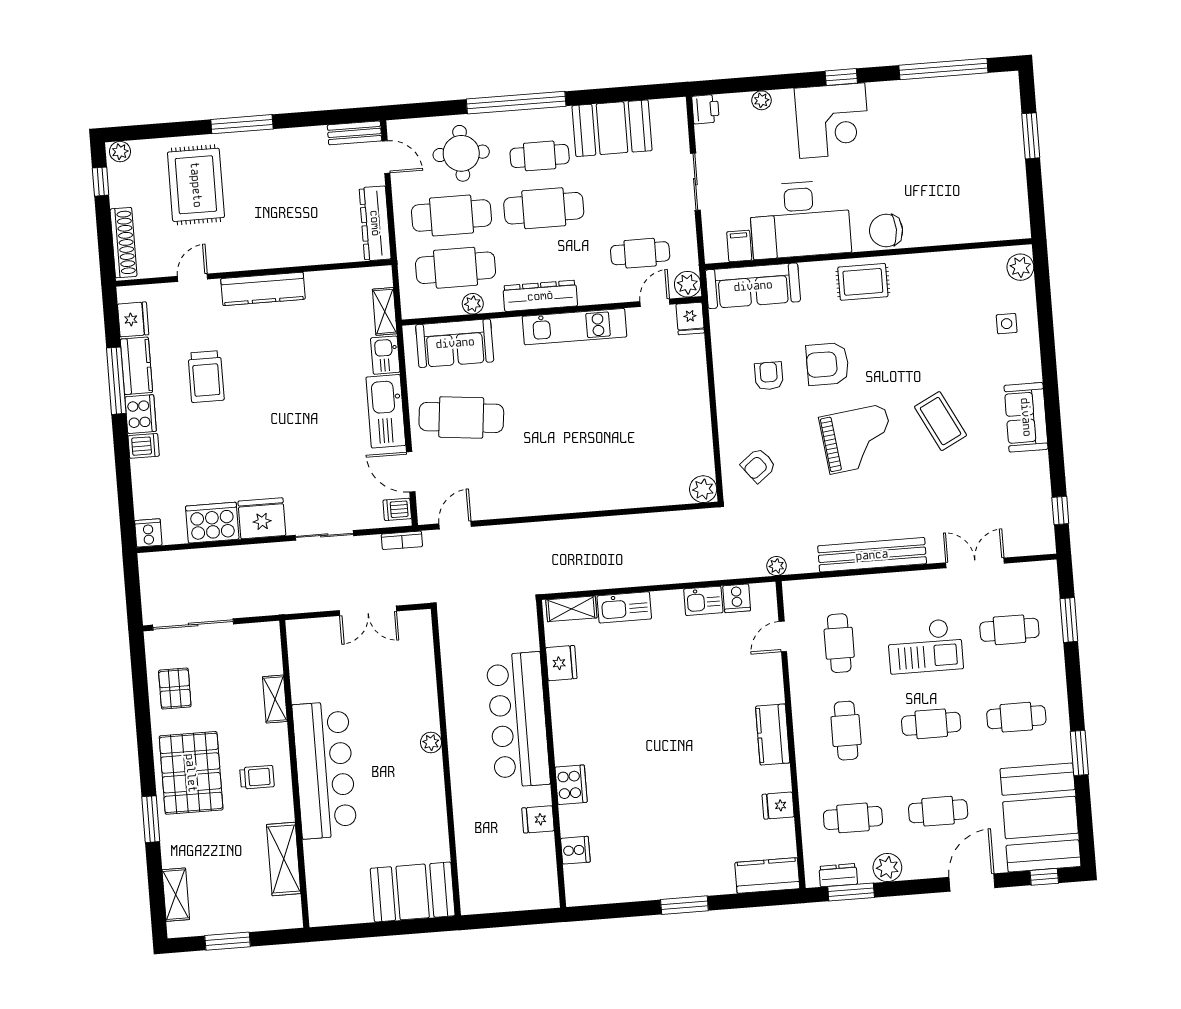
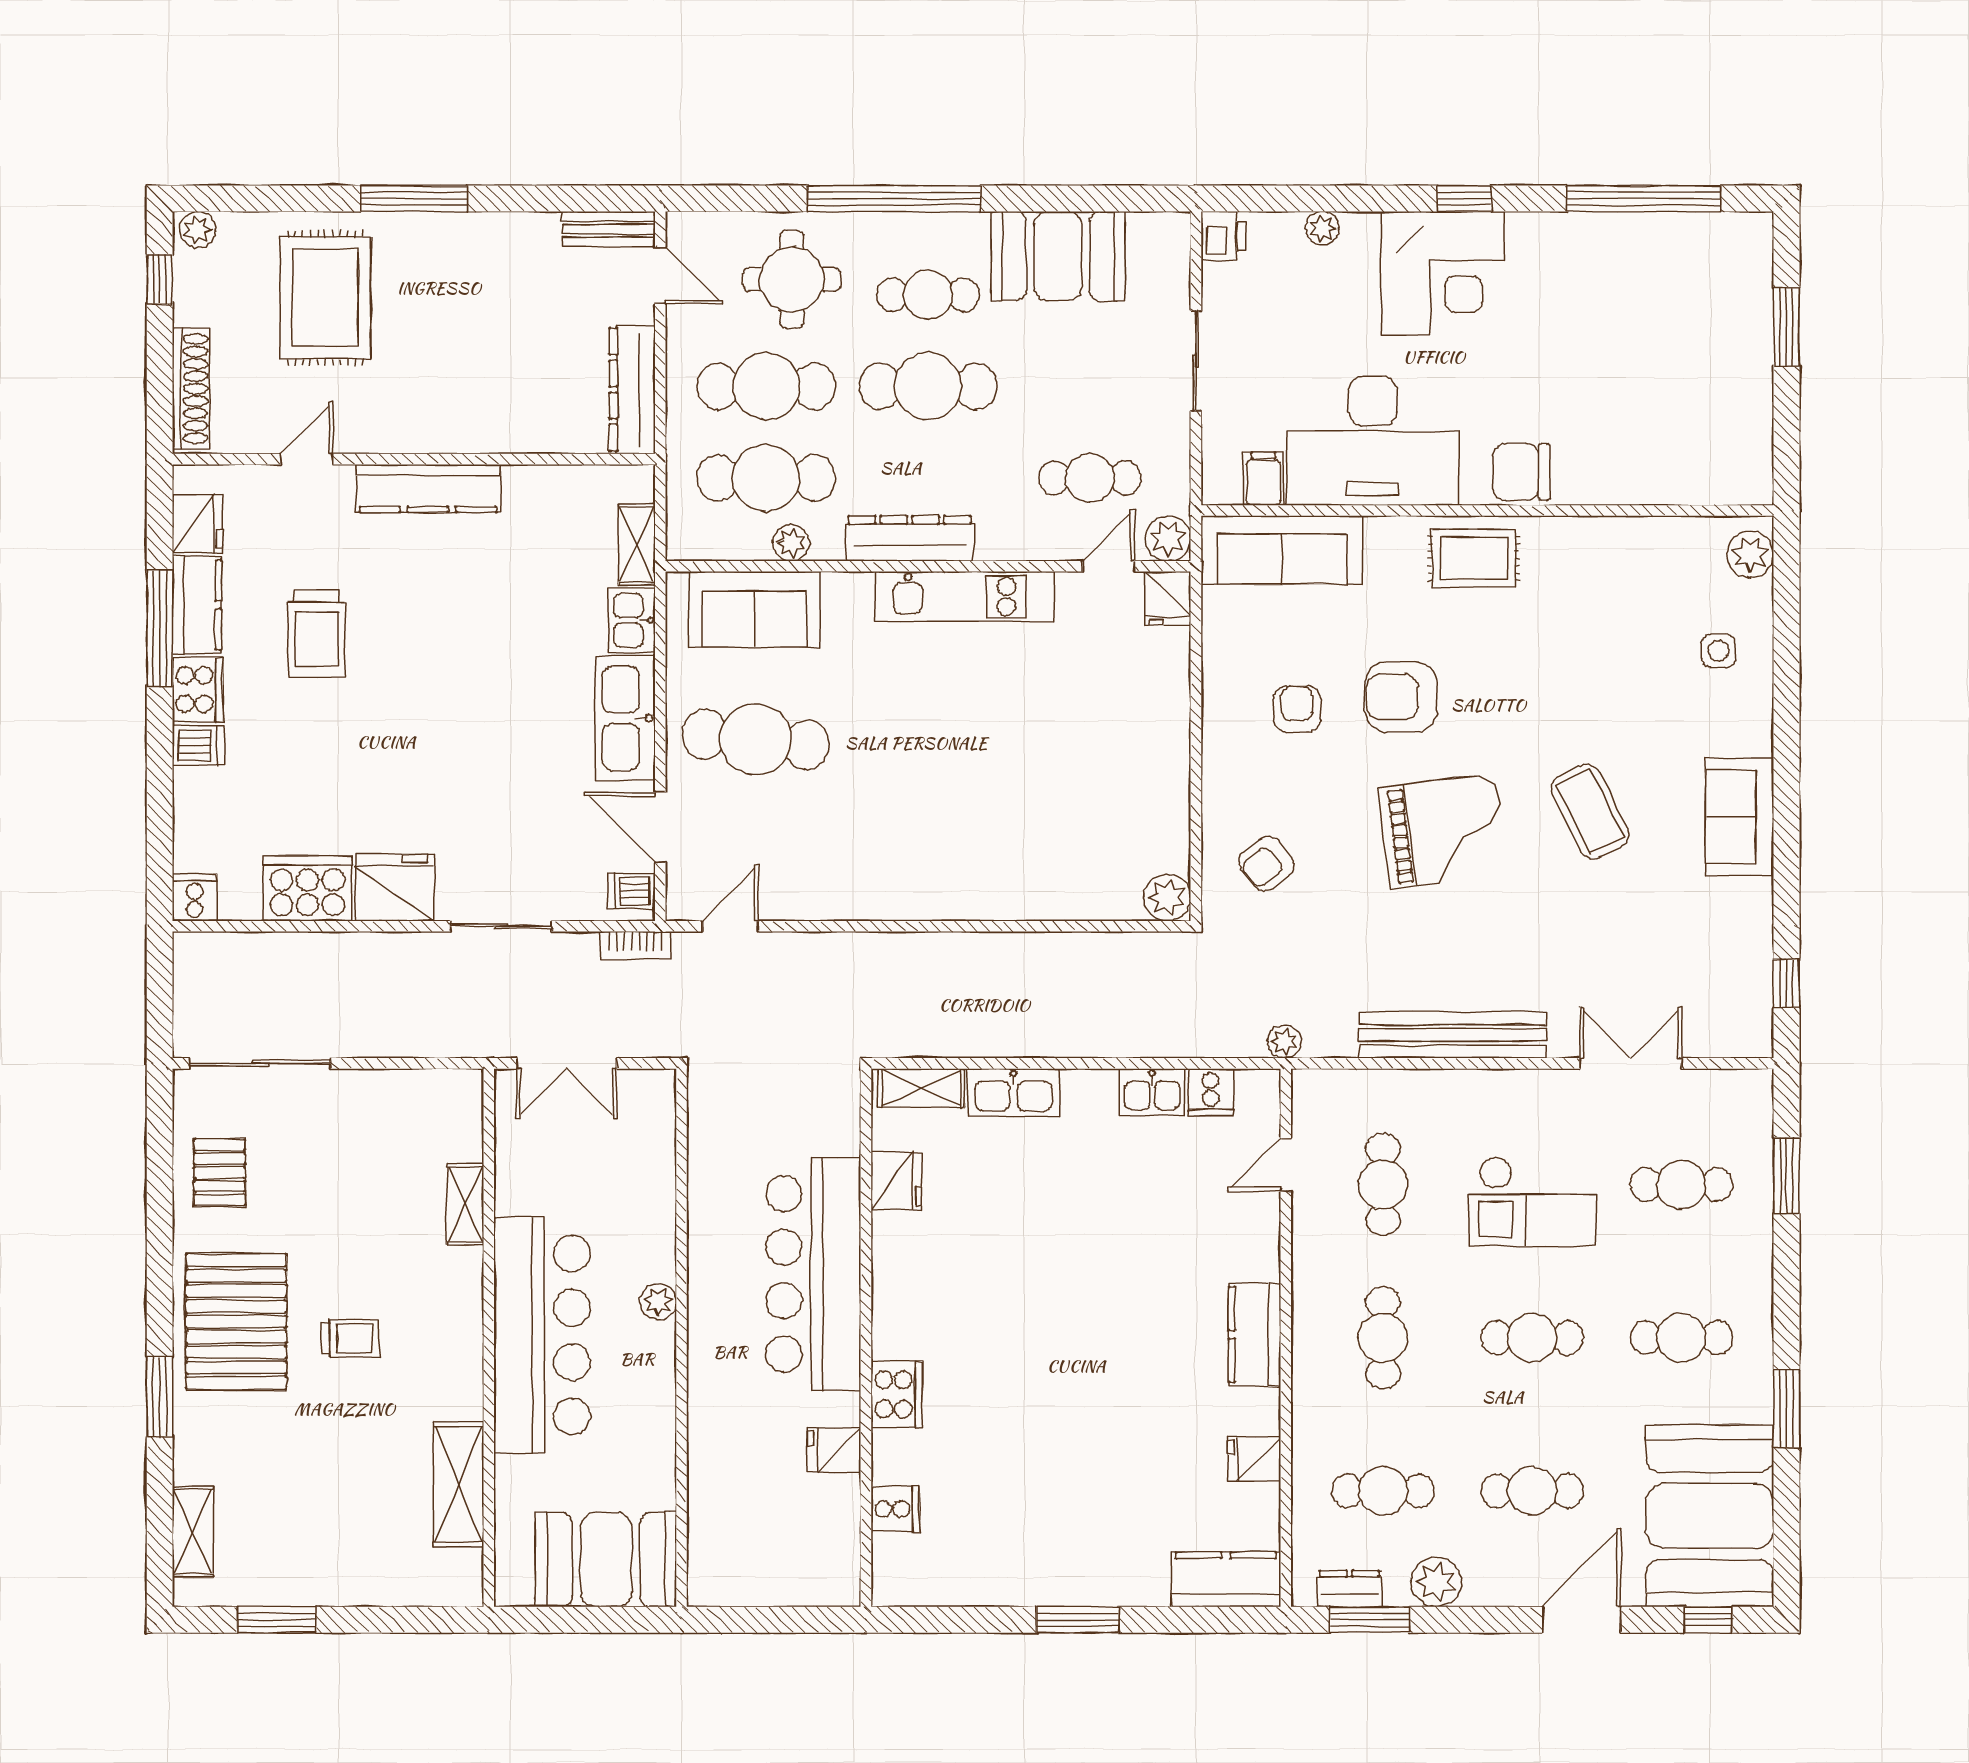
shelving: (275, 699) -> (465, 1204), moved
bar counter: (325, 770) -> (542, 1335), moved
wall: (294, 774) -> (489, 1338), moved
shelving: (284, 859) -> (459, 1484), moved

